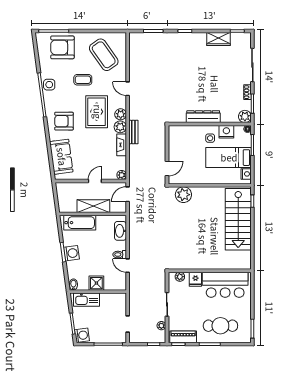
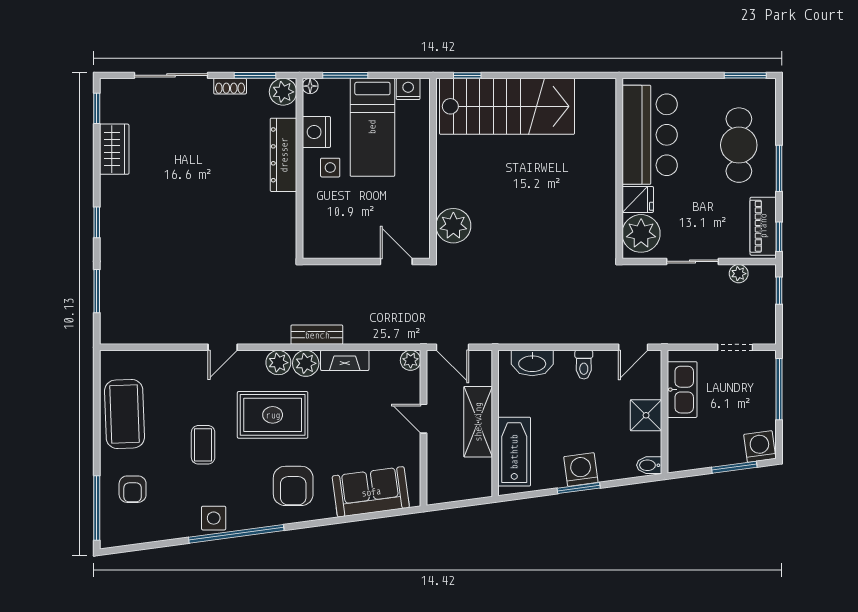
armchair: (62, 47) -> (133, 489), width x0.53, depth x0.53
coffee table: (104, 55) -> (125, 414), moved, turned -57
dresser: (203, 117) -> (284, 155), moved
door: (128, 266) -> (633, 347), moved
plant: (180, 277) -> (641, 233), width x1.88, depth x1.88
kitchen sink: (87, 300) -> (682, 390), moved

